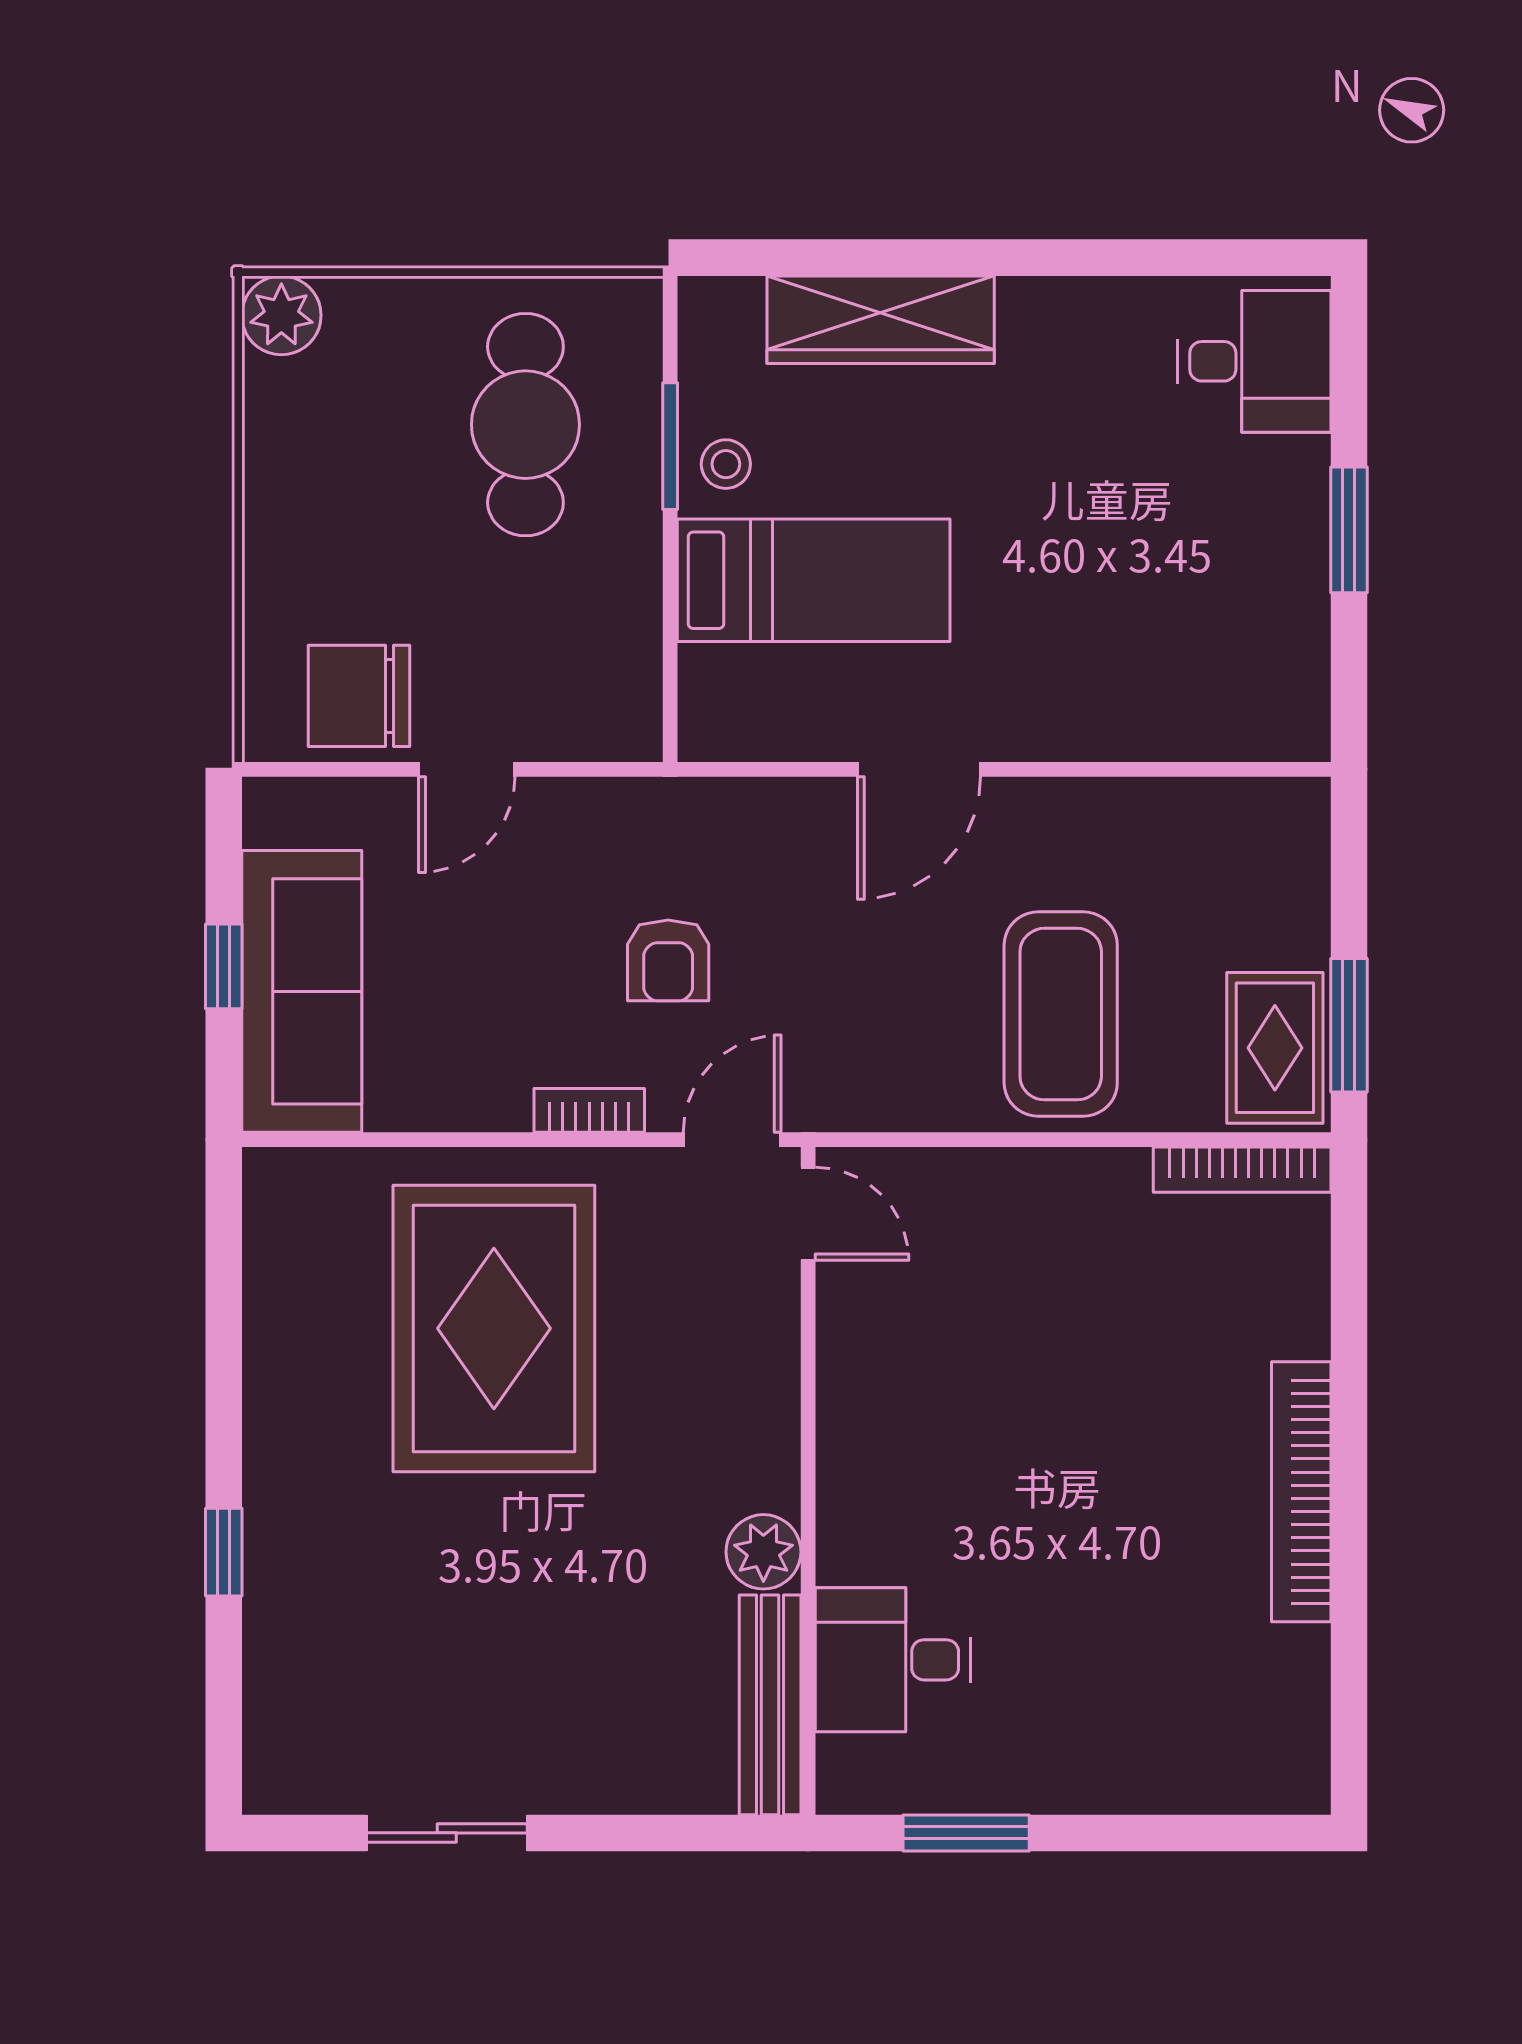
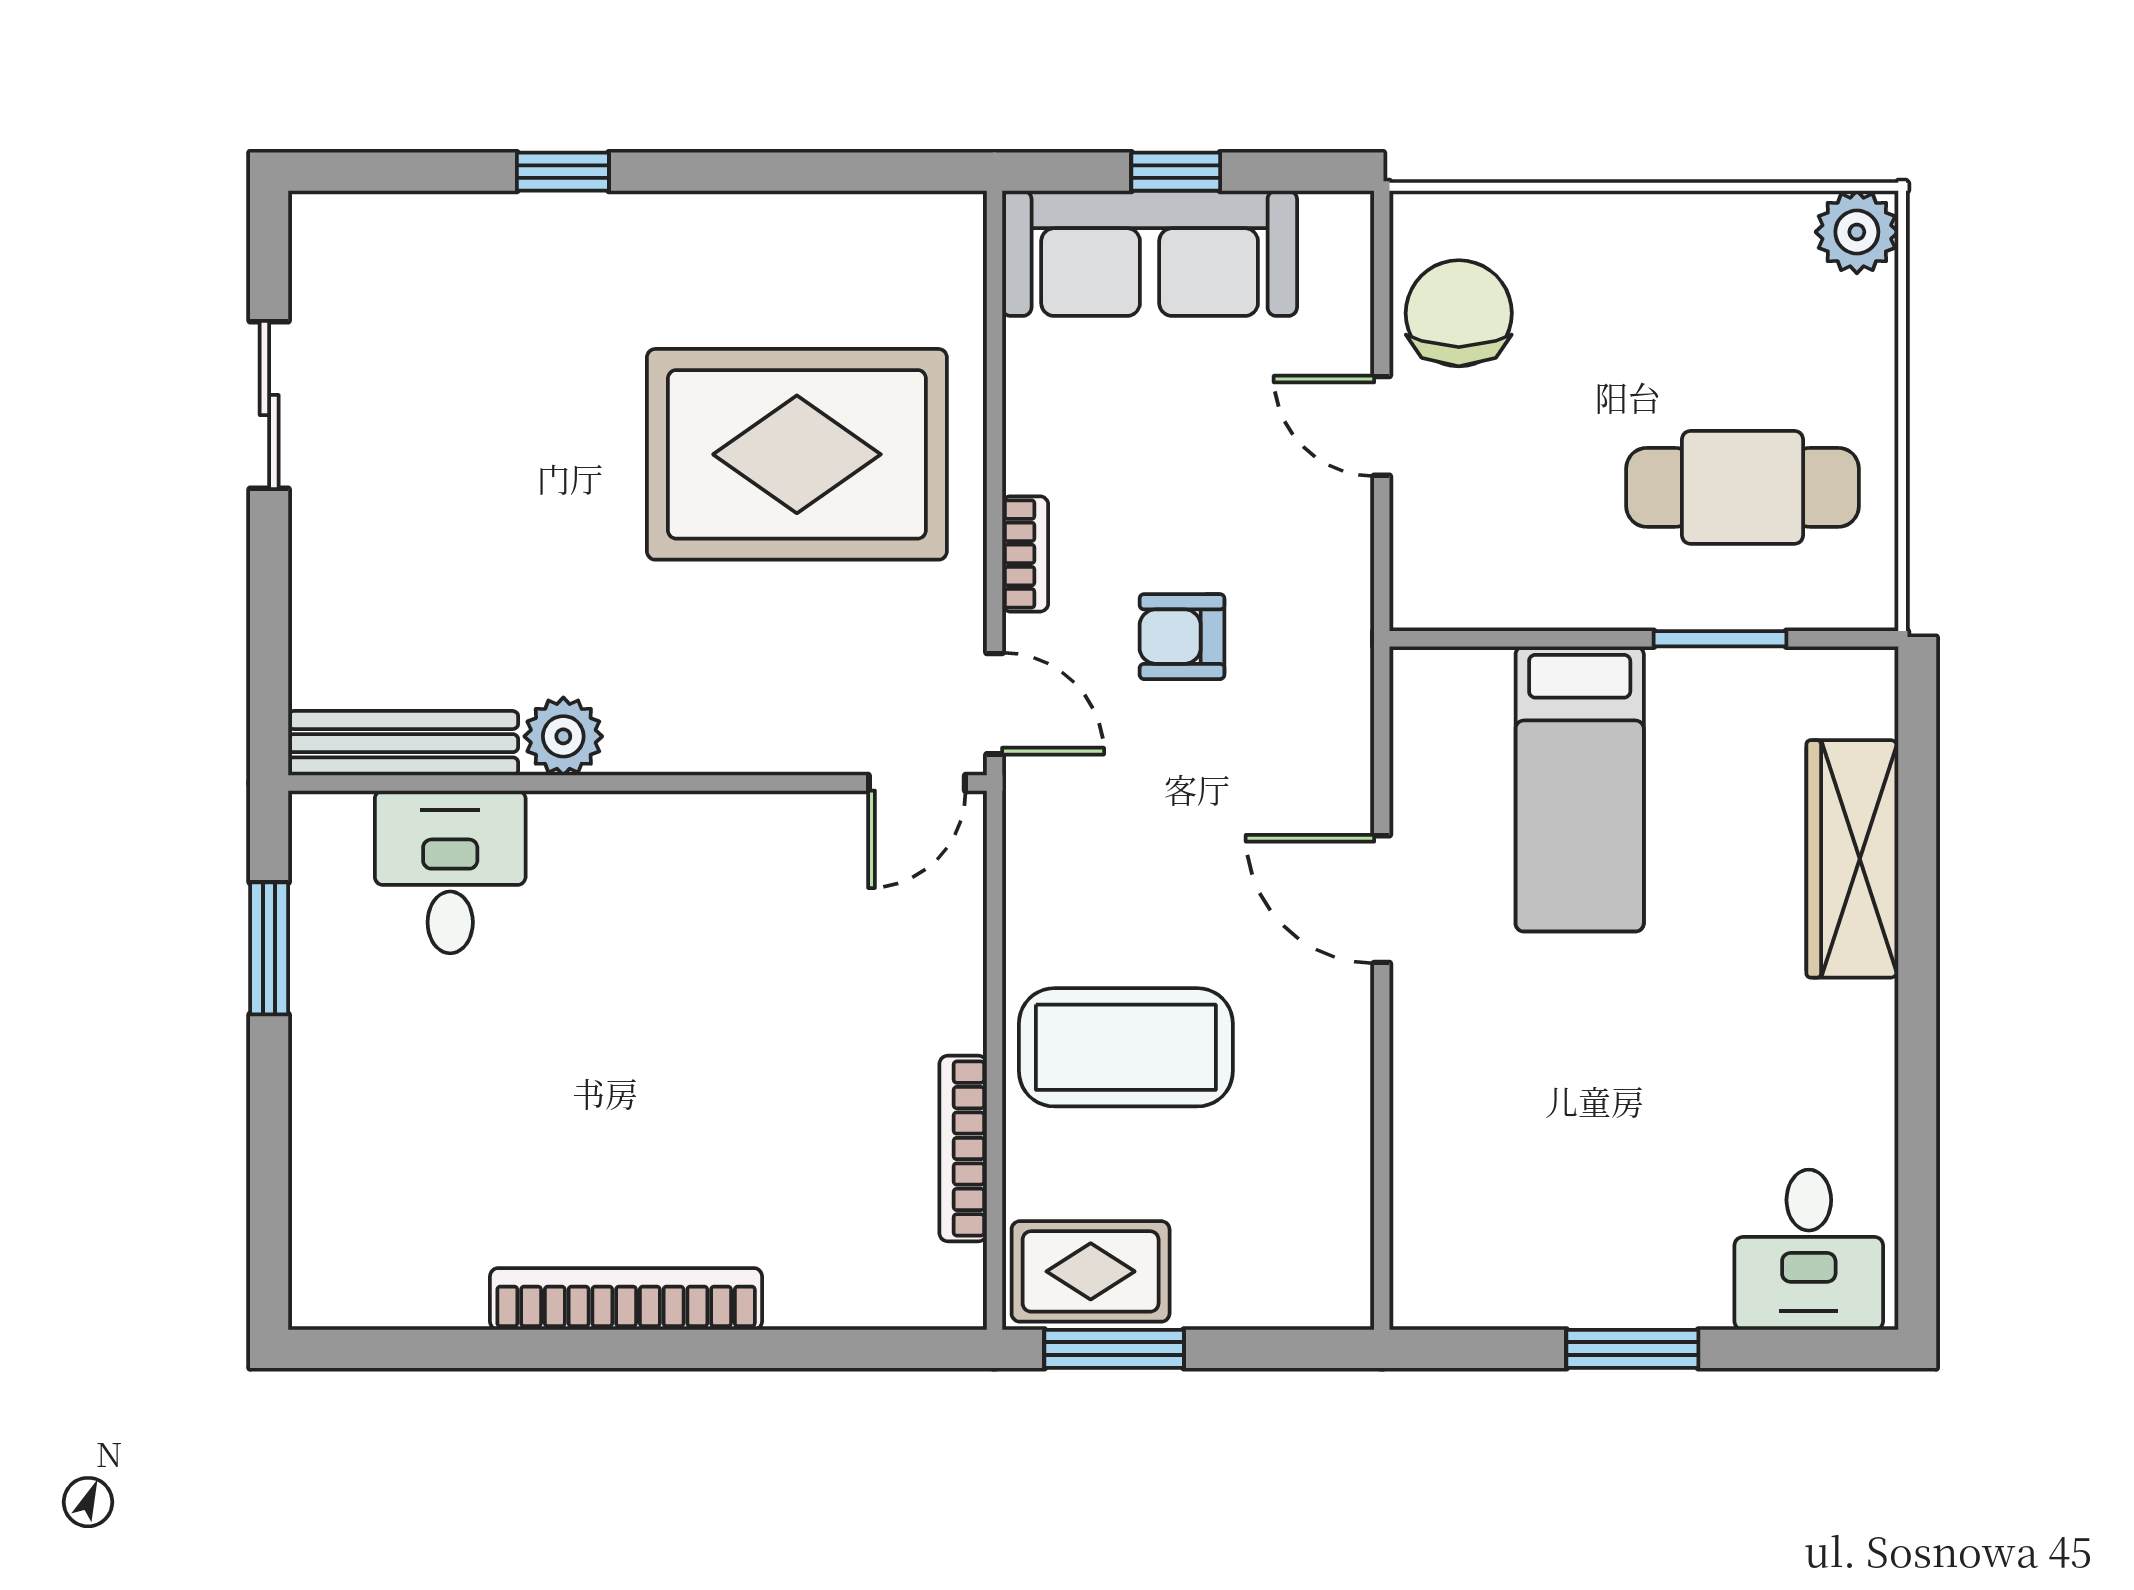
stool: (726, 464) -> (1701, 697), removed
bookcase: (1242, 1170) -> (963, 1149), moved

